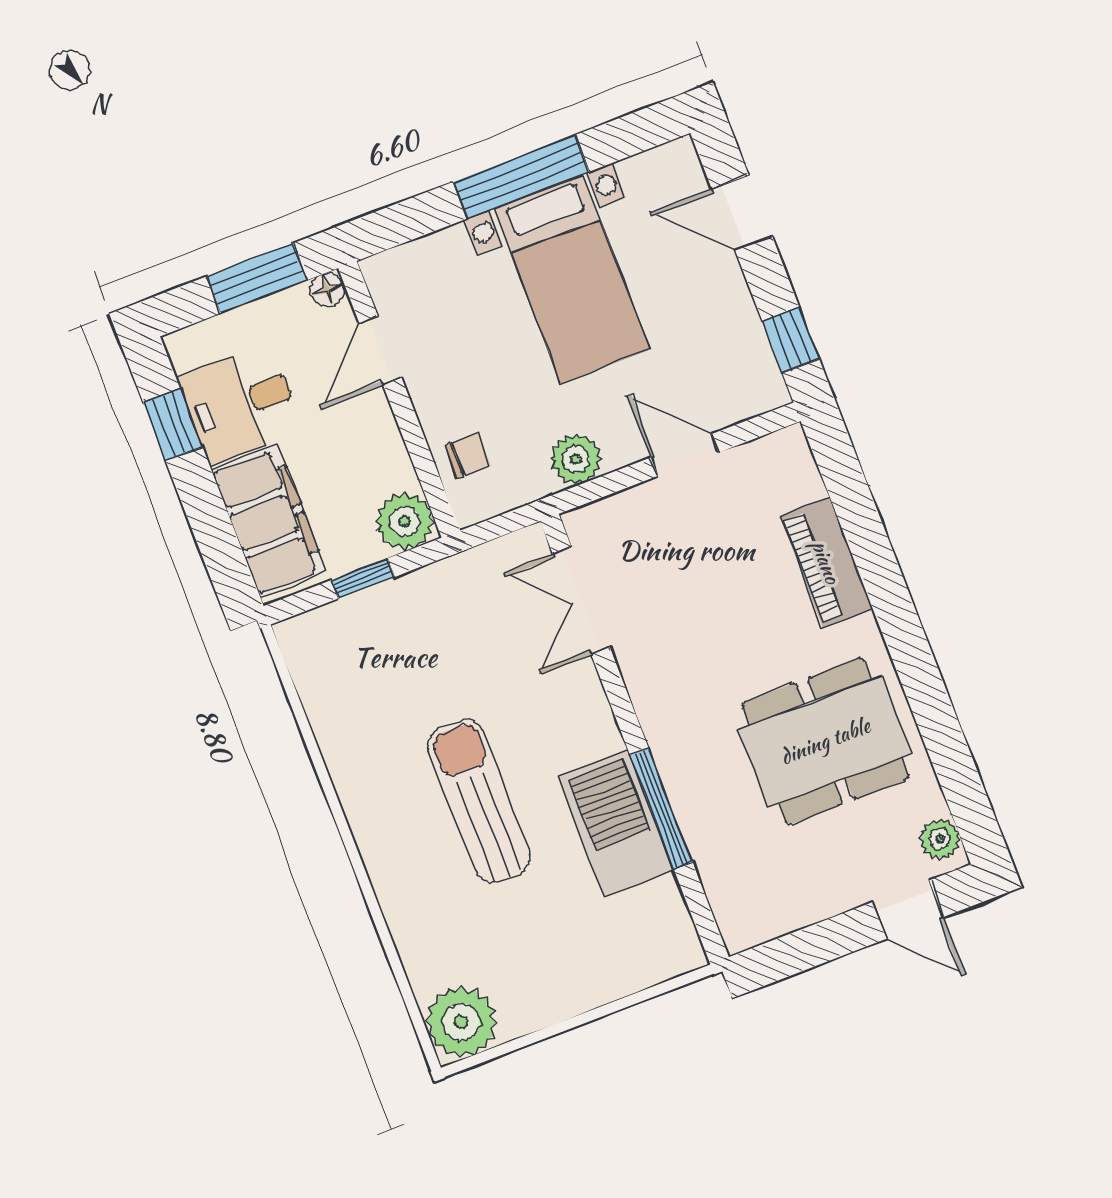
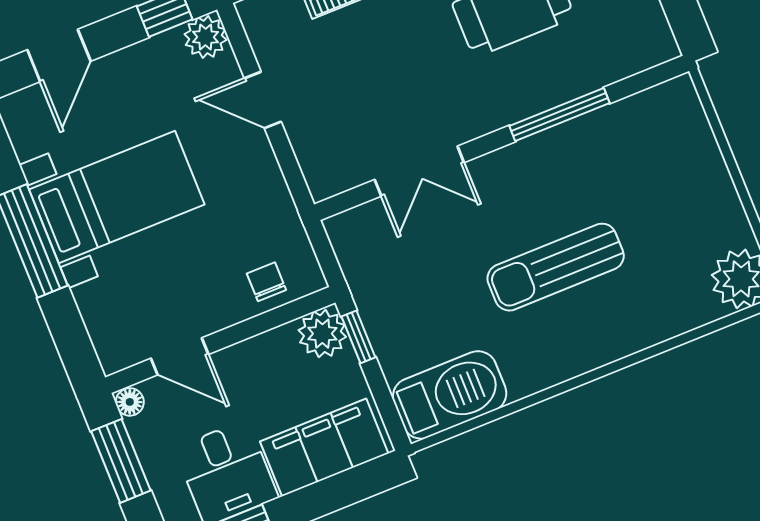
door: (685, 455) -> (263, 100), hinge flipped
plant: (576, 459) -> (205, 37), moved
window: (363, 579) -> (358, 337), moved
double door: (581, 601) -> (419, 171), moved
barbecue: (616, 823) -> (450, 395), moved, turned 180

